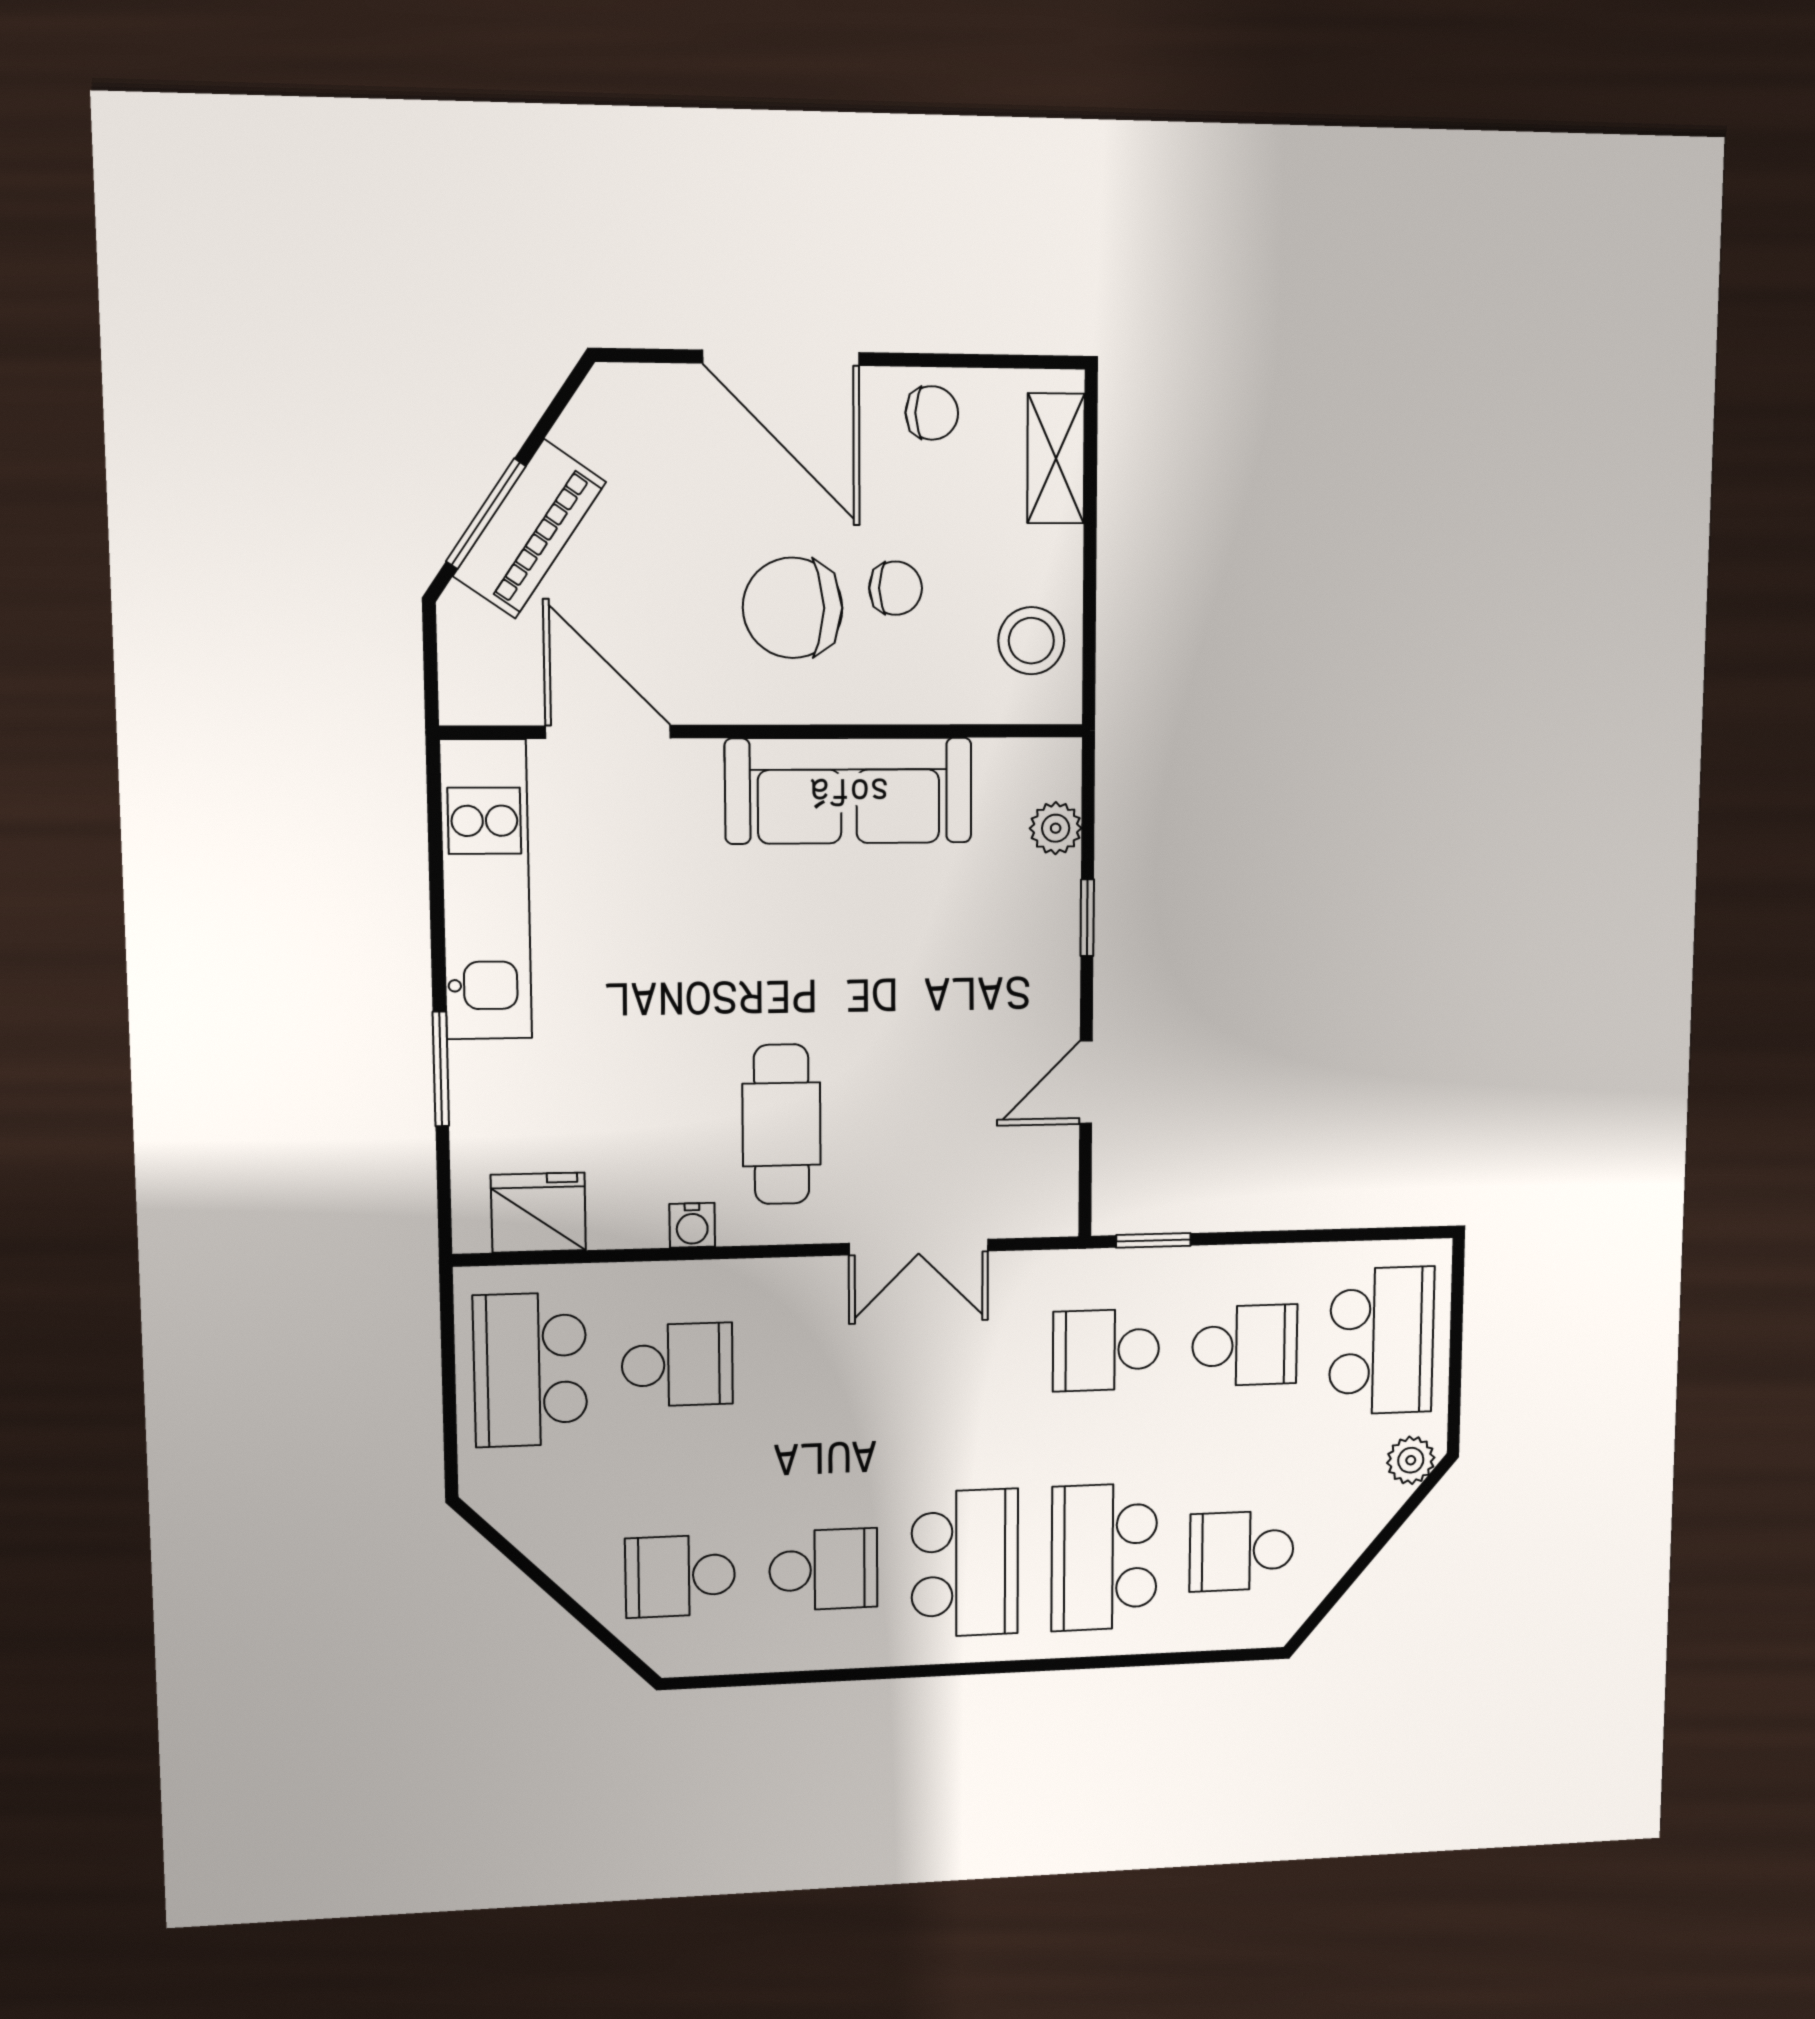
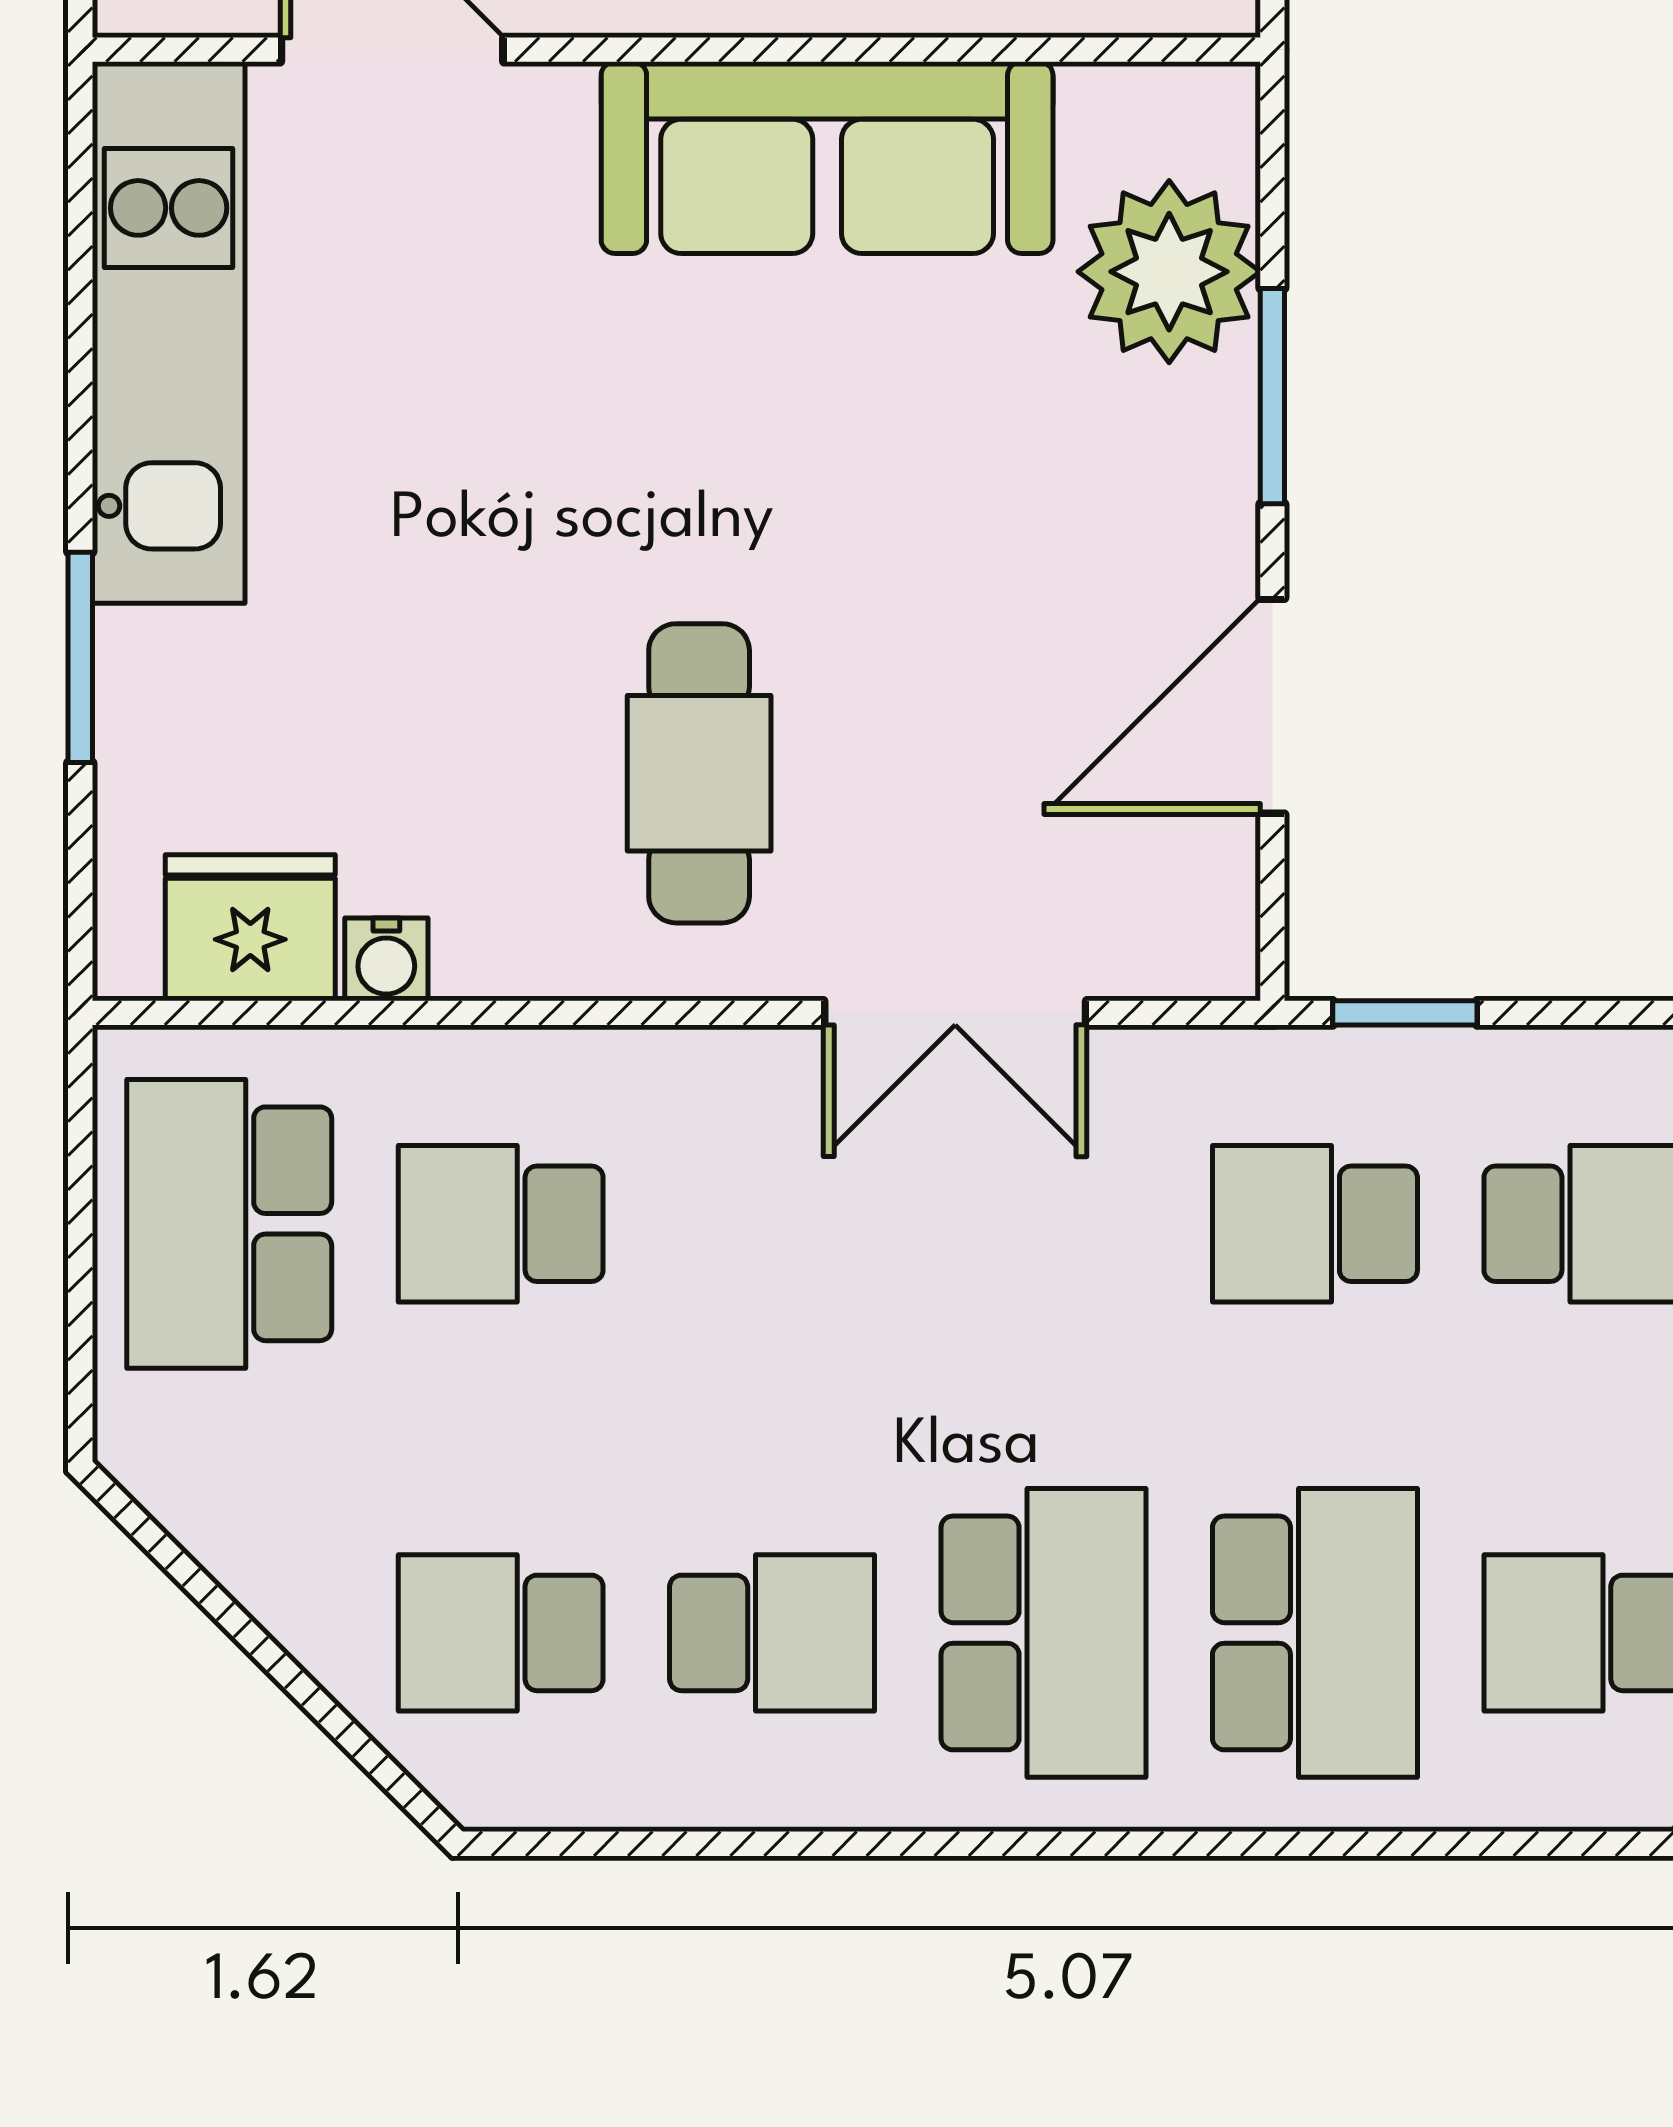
plant: (1056, 828) -> (1169, 272), width x1.87, depth x1.87
window: (1087, 918) -> (1272, 396), width x1.50
door: (1086, 1082) -> (1272, 706), width x1.38
water cooler: (692, 1225) -> (386, 959), moved
school desk: (677, 1365) -> (501, 1224), turned 180
school desk: (1104, 1557) -> (1315, 1633), turned 180

